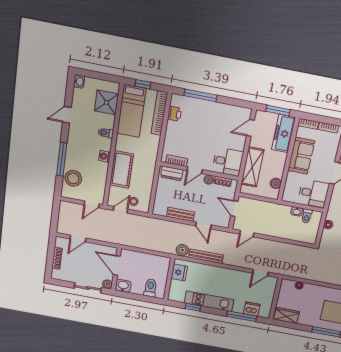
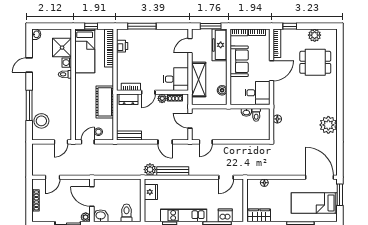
washing machine: (105, 156) -> (67, 63), moved
cot: (122, 170) -> (105, 102), moved
bench: (181, 214) -> (129, 136), moved

